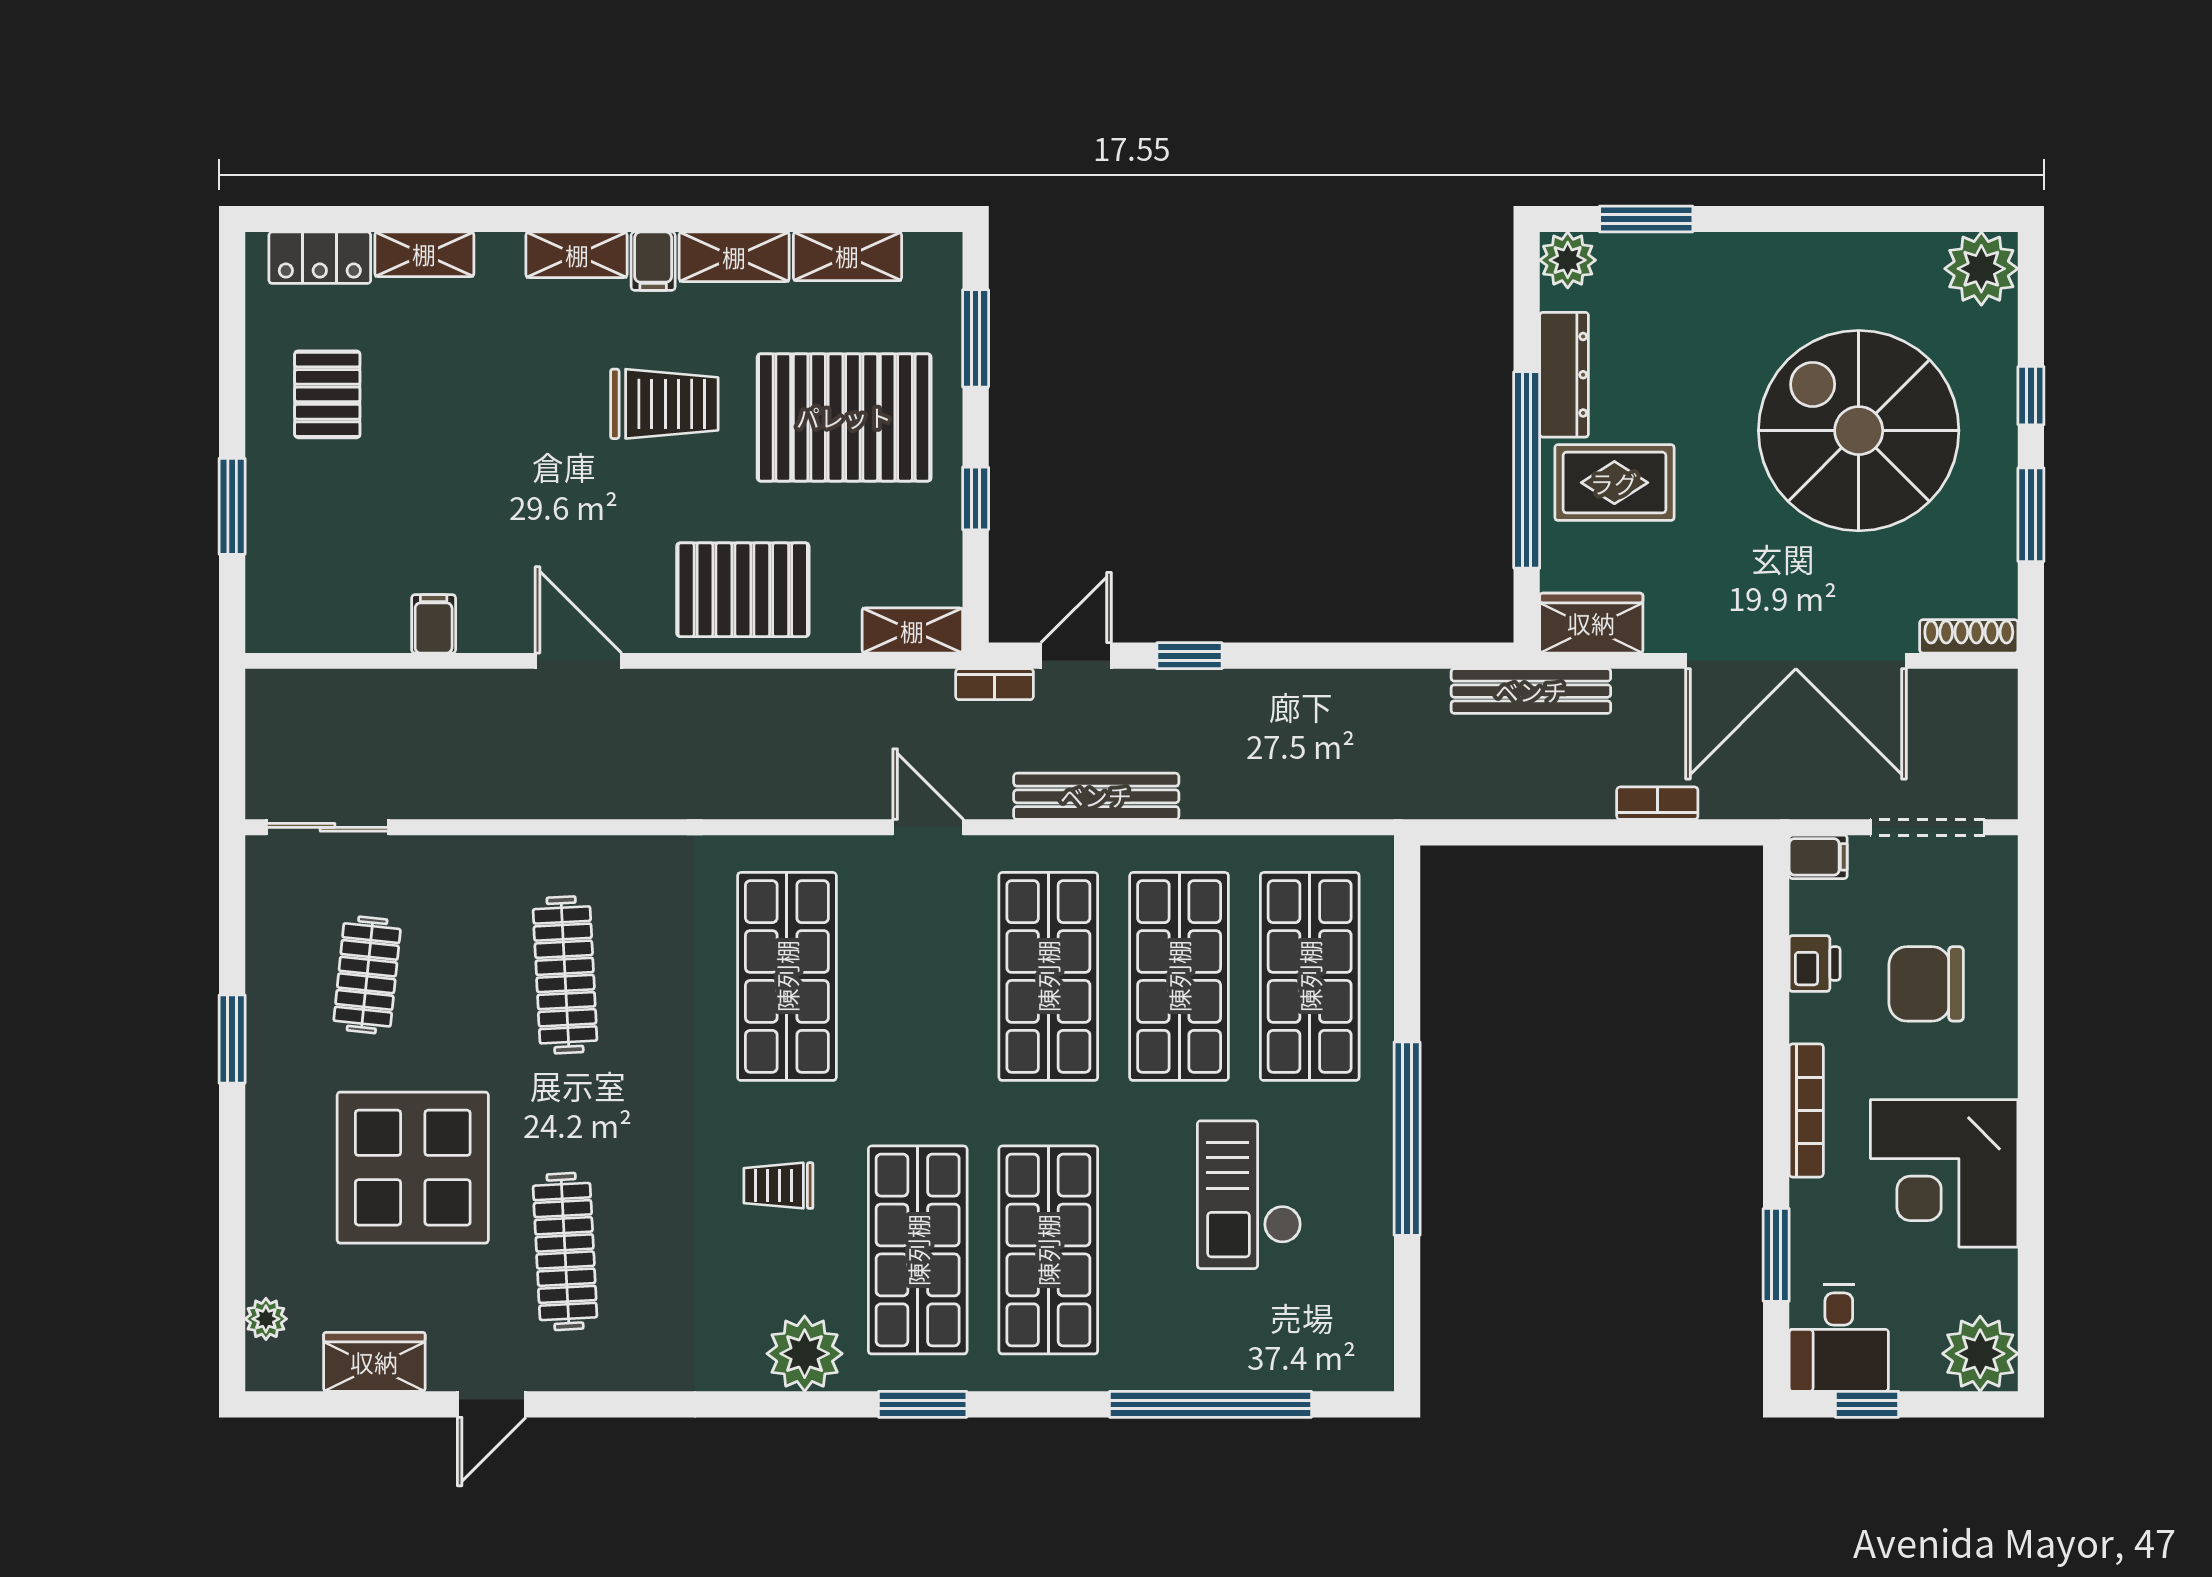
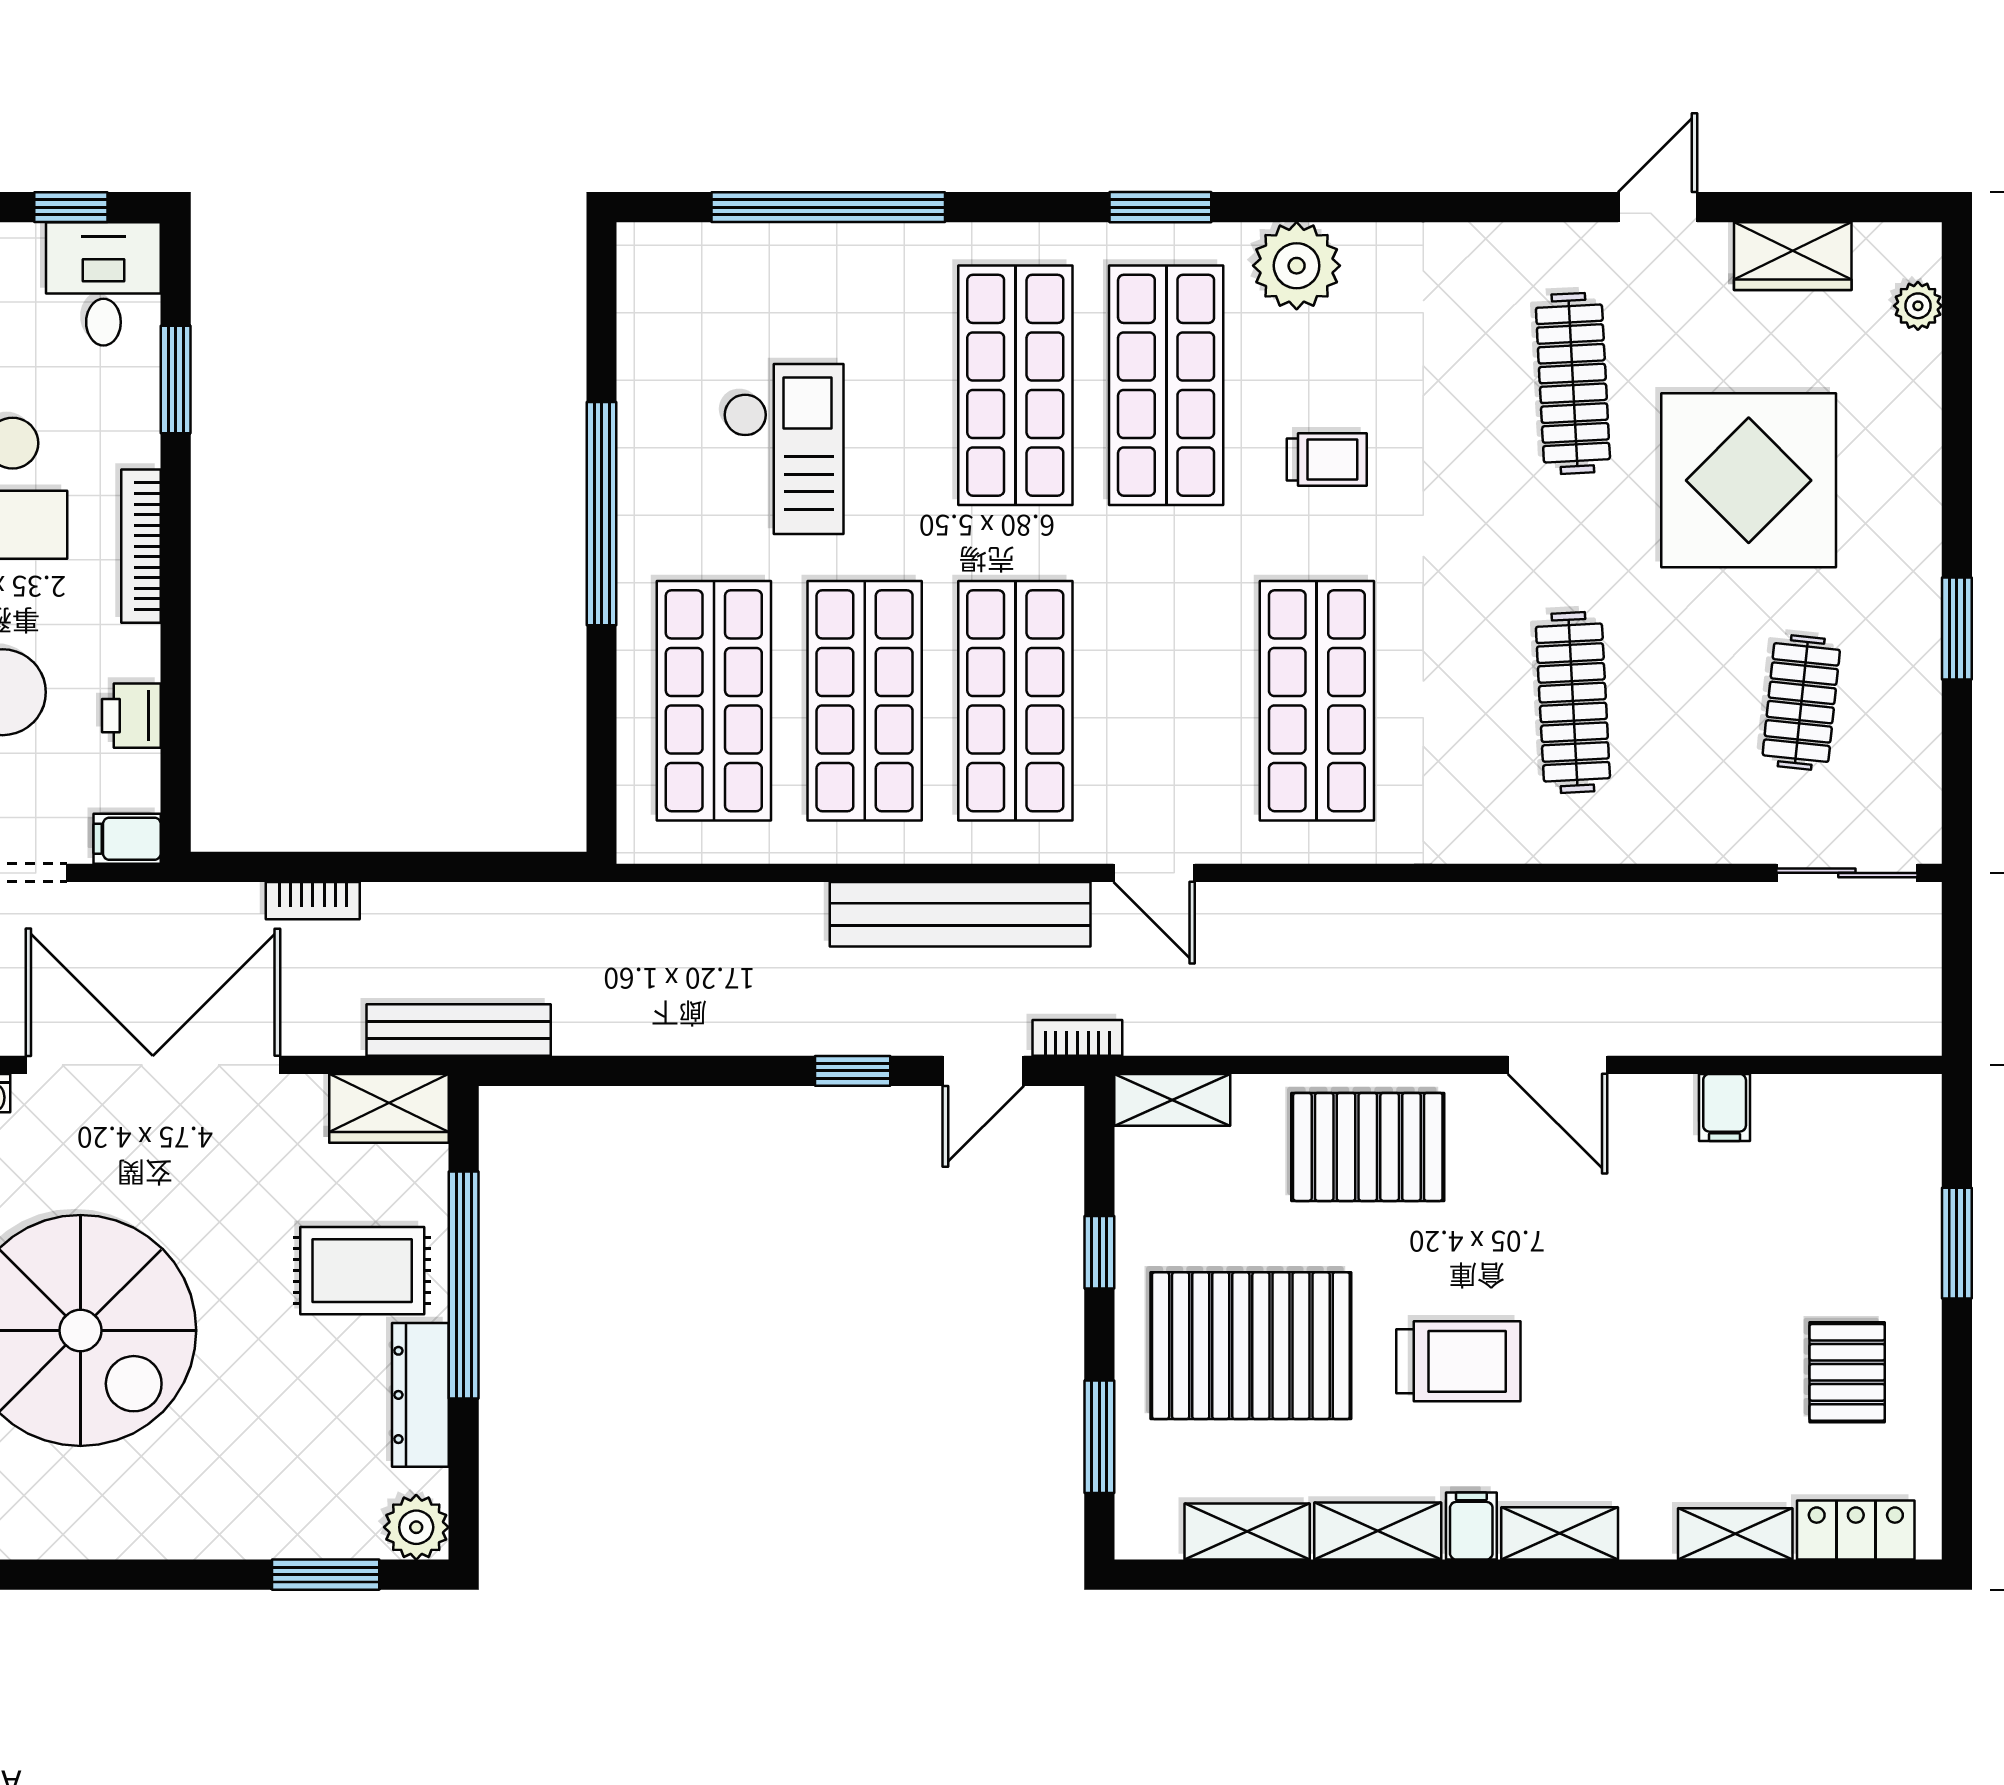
trolley: (664, 404) -> (1458, 1361), turned 180
bench: (1096, 796) -> (960, 914), width x1.37, depth x1.21

